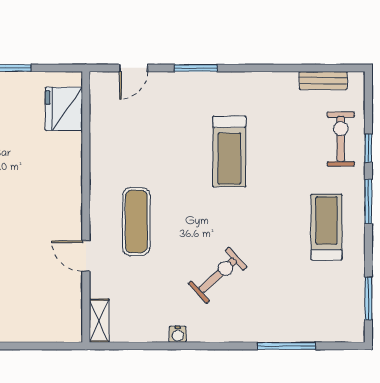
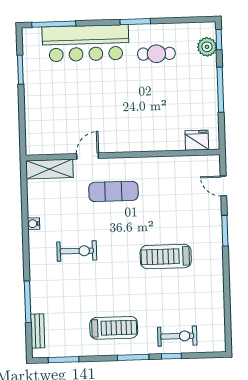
bench: (323, 81) -> (38, 331), moved
fridge: (64, 109) -> (197, 140), width x0.73, depth x0.75
exercise bike: (218, 275) -> (77, 251), turned -48
shelving: (99, 321) -> (49, 169), width x1.50, depth x1.33

